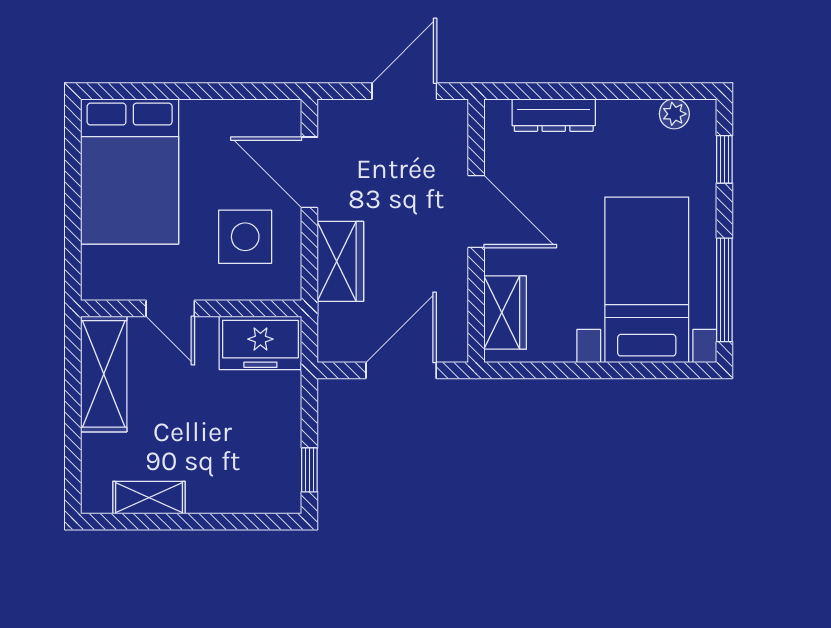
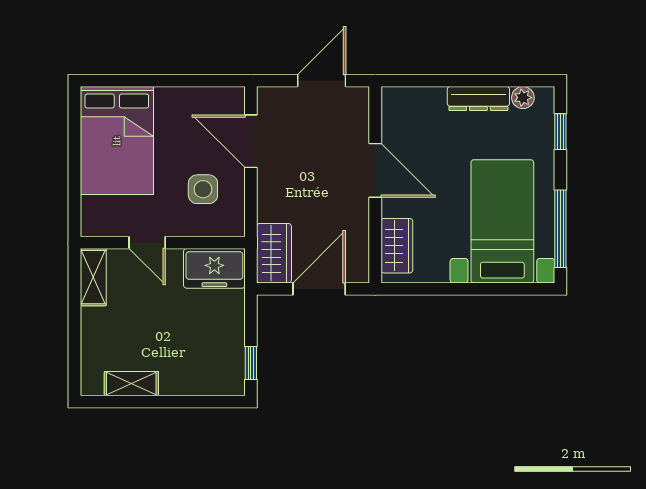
dresser: (554, 115) -> (478, 99), moved
side table: (245, 237) -> (203, 189), width x0.73, depth x0.73
wardrobe: (340, 261) -> (274, 253), moved
shelving: (104, 374) -> (93, 277), width x0.67, depth x0.75

